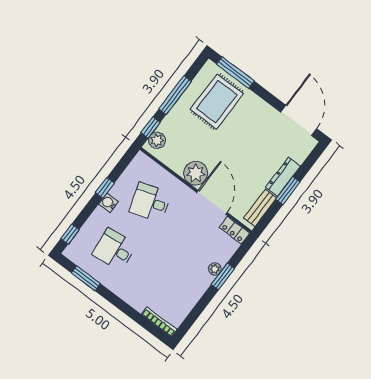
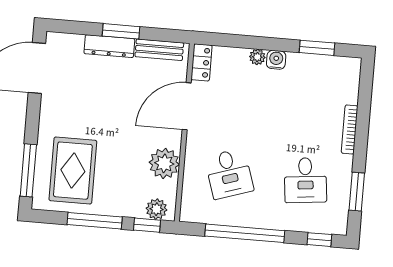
rug: (217, 102) -> (73, 171), turned 90
plant: (196, 173) -> (164, 163), moved
window: (105, 188) -> (245, 233), width x3.17
water cooler: (108, 203) -> (276, 60), moved, turned 180
window: (223, 276) -> (317, 48), moved
bookcase: (159, 322) -> (350, 129), moved

